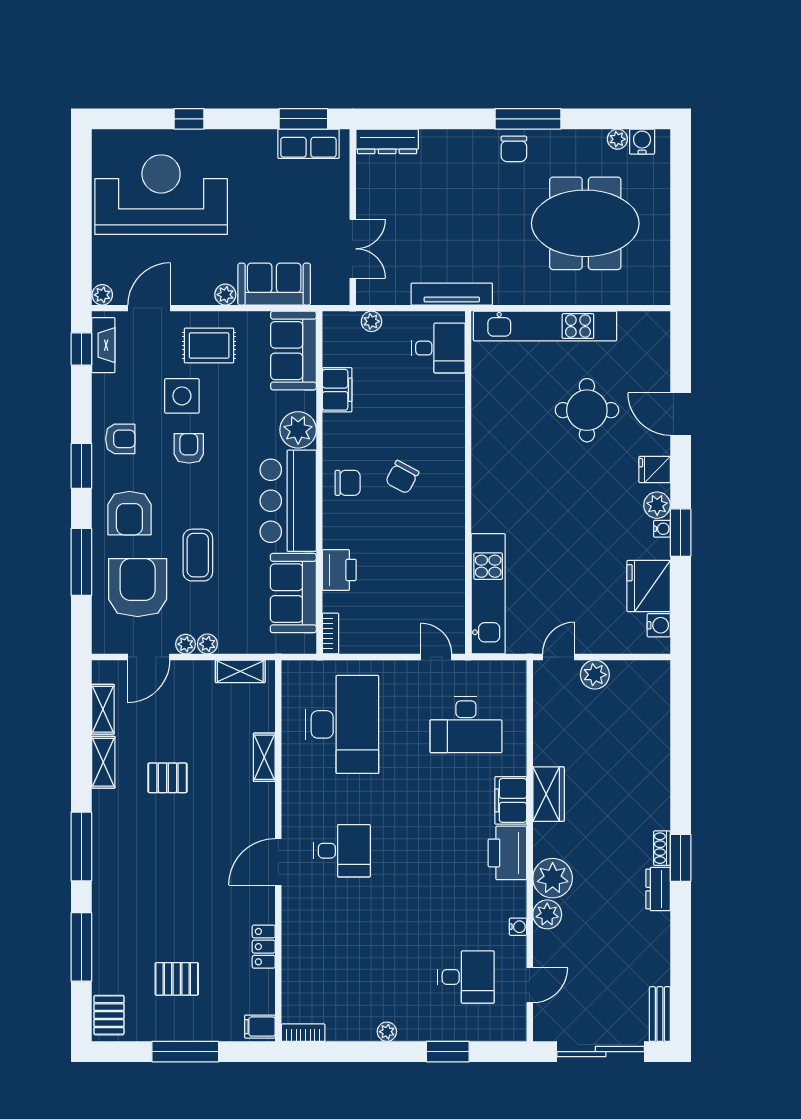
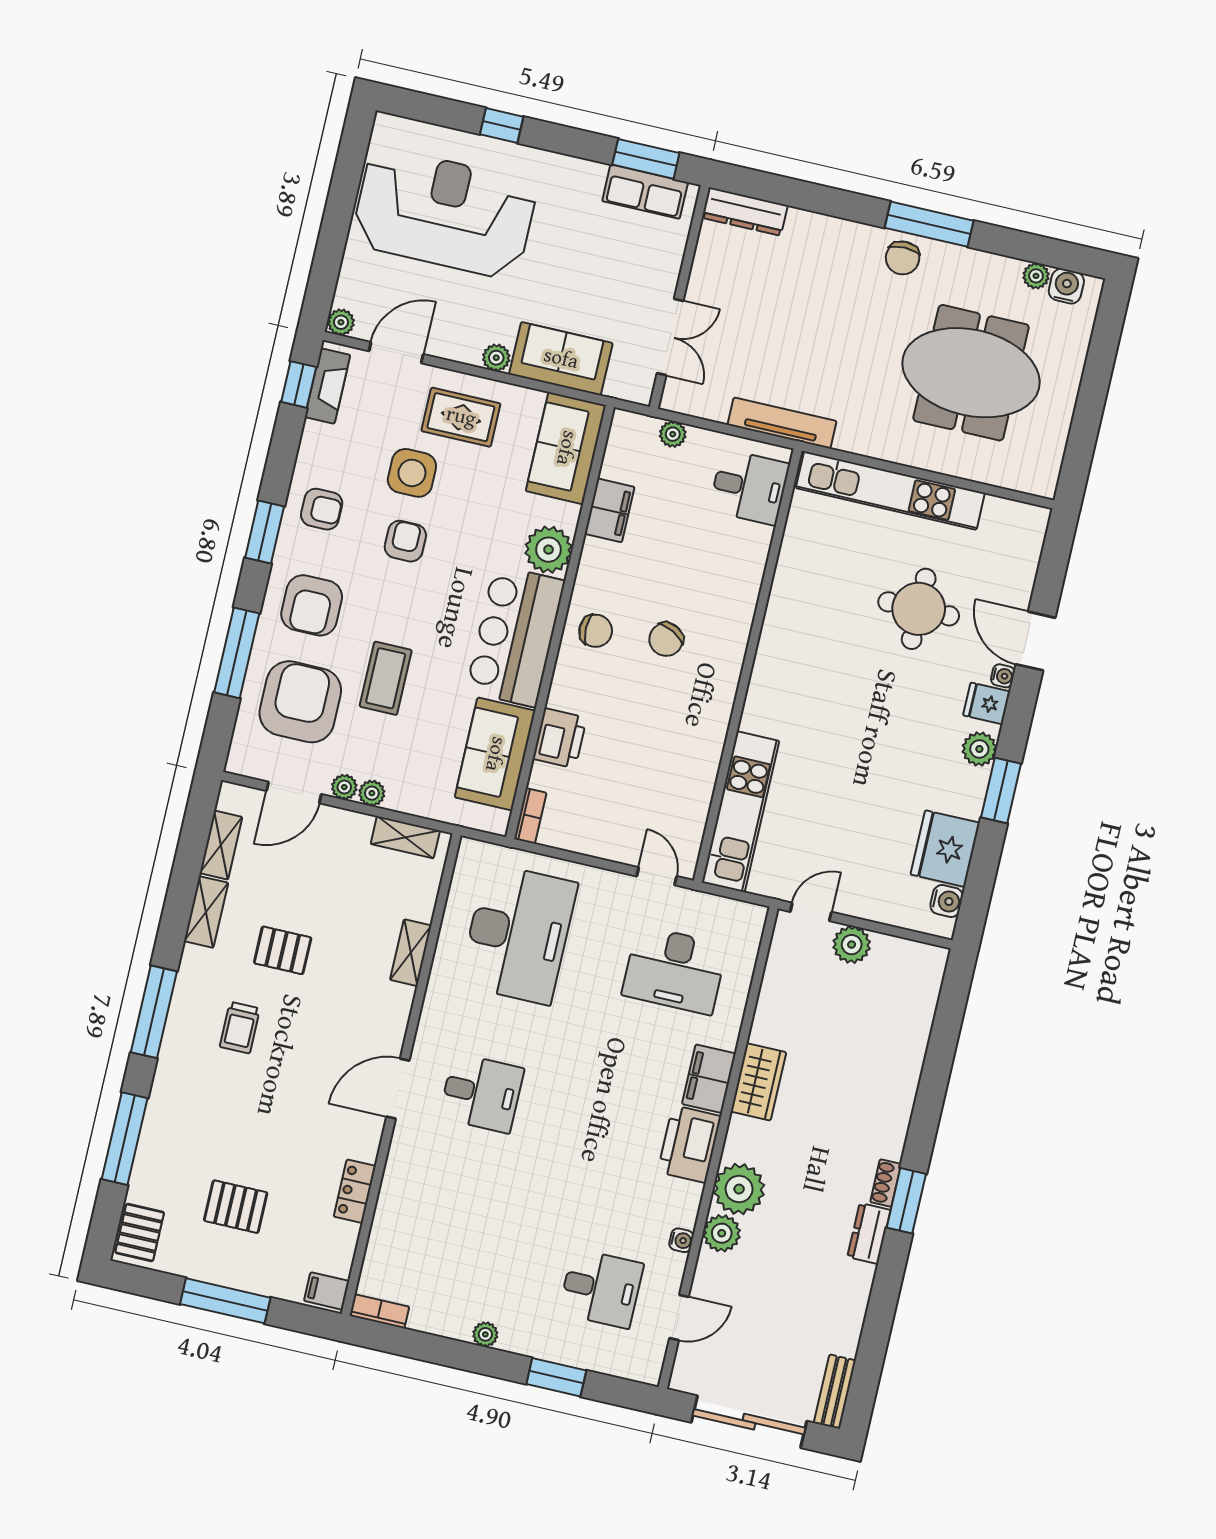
water cooler: (662, 529) -> (1003, 676), moved
trolley: (149, 843) -> (240, 1028), added

